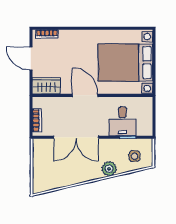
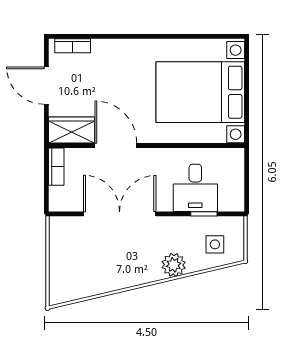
door: (85, 95) -> (116, 146), moved
bookcase: (37, 121) -> (56, 167), moved
double door: (76, 137) -> (120, 214), swing flipped

